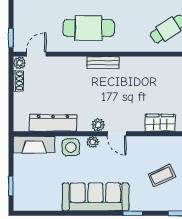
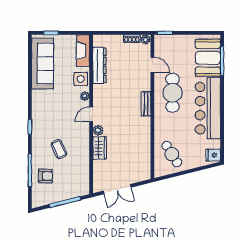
door: (36, 54) -> (152, 65), moved
plant: (98, 125) -> (98, 130), moved
sofa: (95, 197) -> (43, 64), moved

